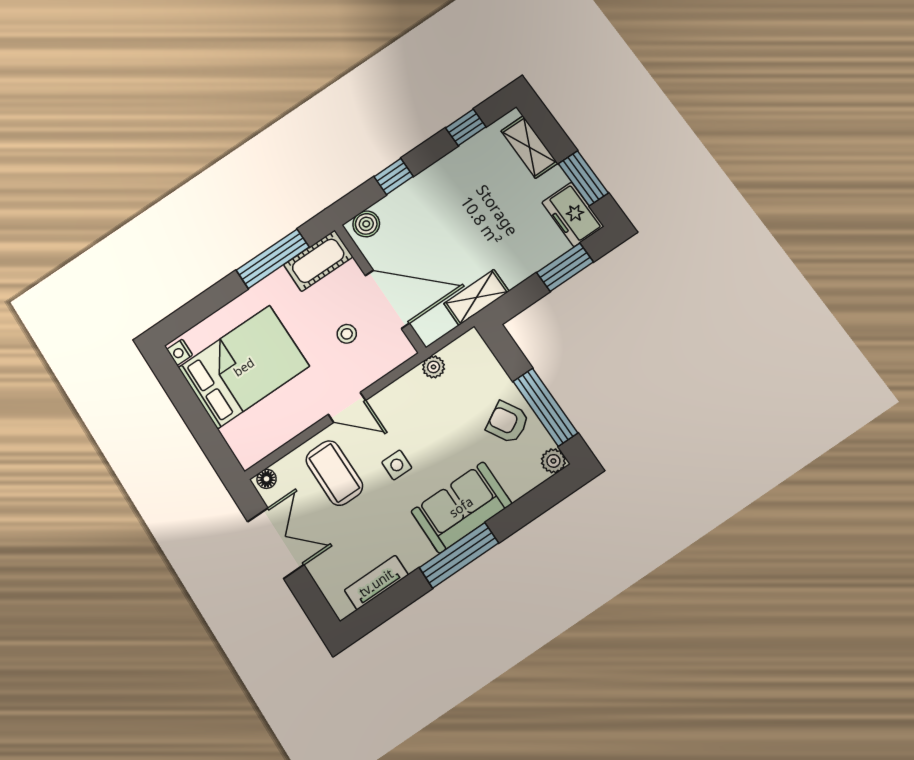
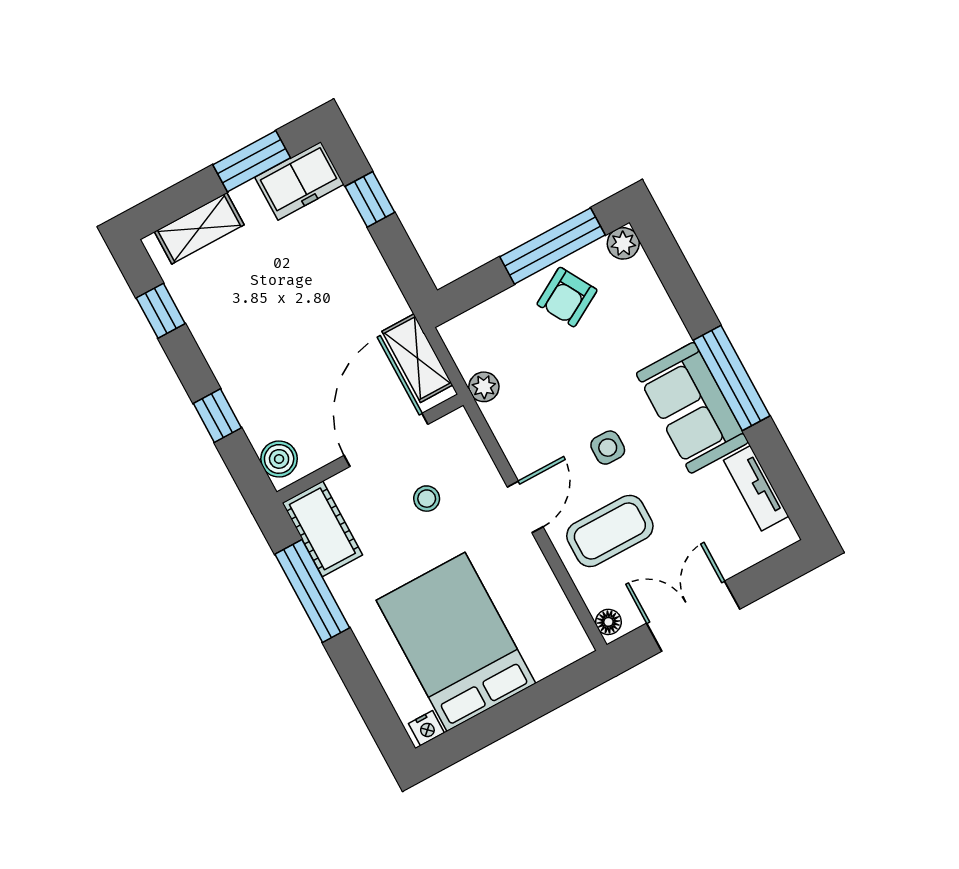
window: (565, 267) -> (370, 199), width x0.67
shelving: (476, 297) -> (417, 358), moved
sofa: (461, 507) -> (692, 408), moved

